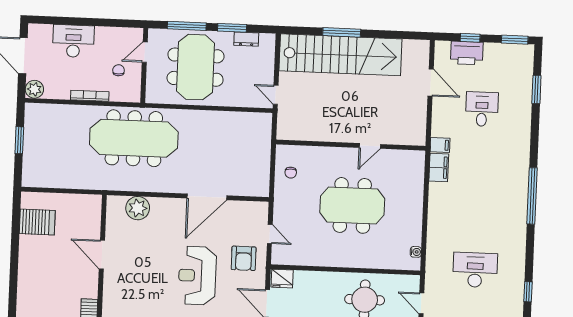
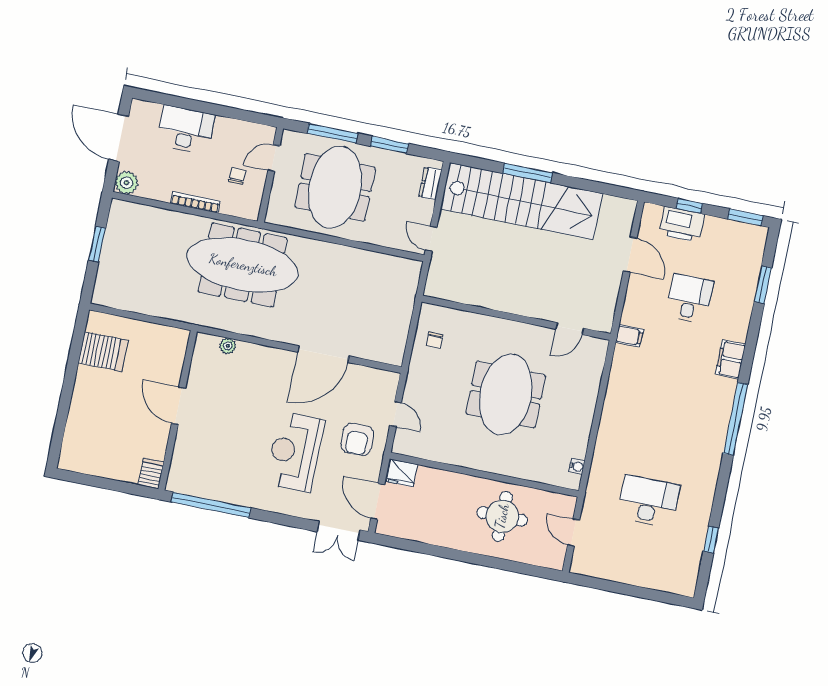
dresser: (246, 39) -> (430, 183), moved, turned 90
door: (370, 146) -> (570, 329), moved
filing cabinet: (439, 167) -> (730, 359), moved, turned 180
meeting table: (352, 205) -> (506, 394), turned 90
plant: (138, 208) -> (228, 346), width x0.53, depth x0.53

